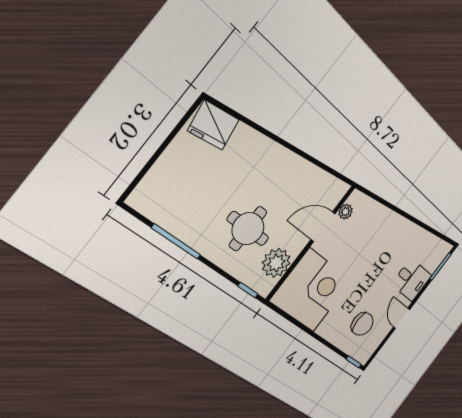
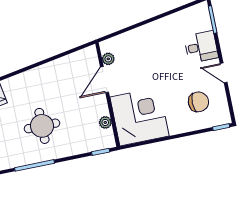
round table: (248, 229) -> (42, 126), moved
plant: (276, 263) -> (105, 122), width x0.53, depth x0.53

